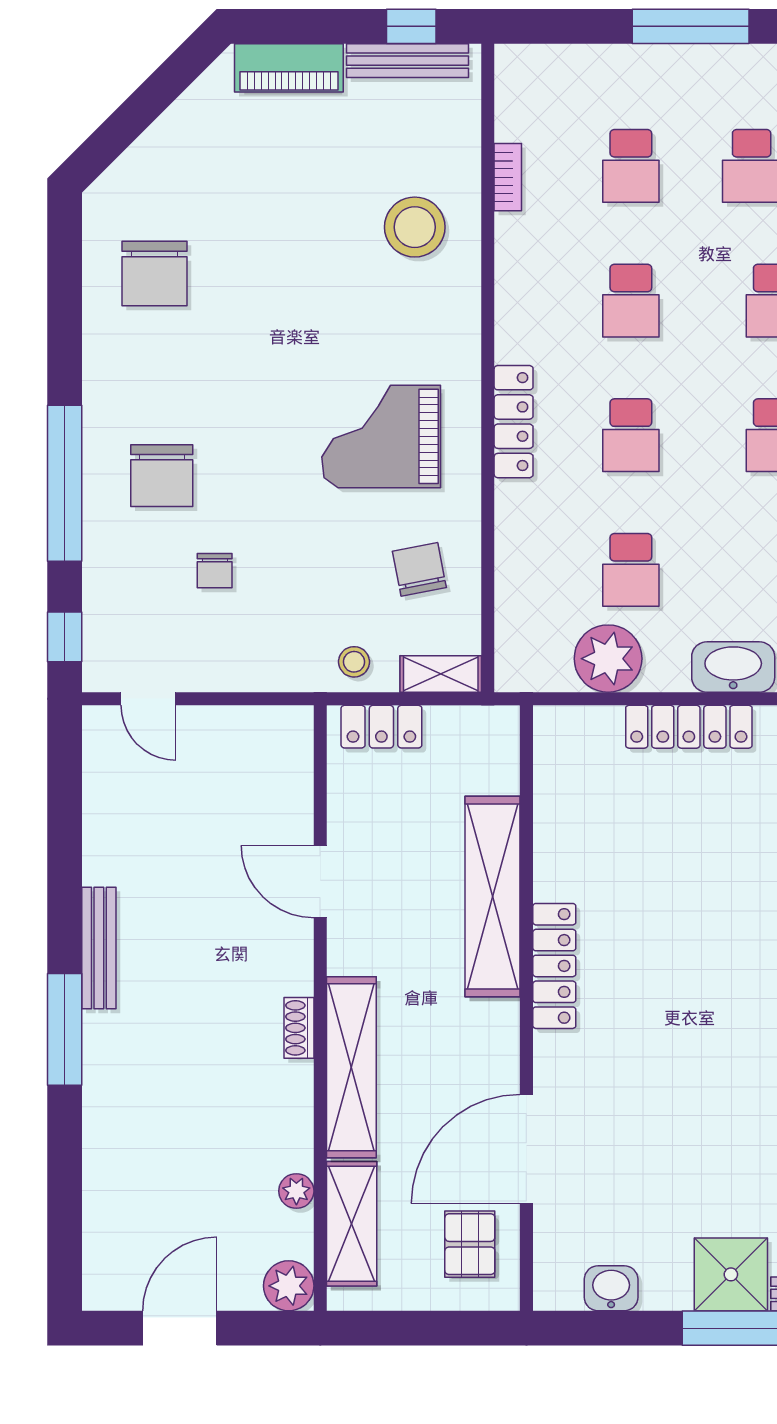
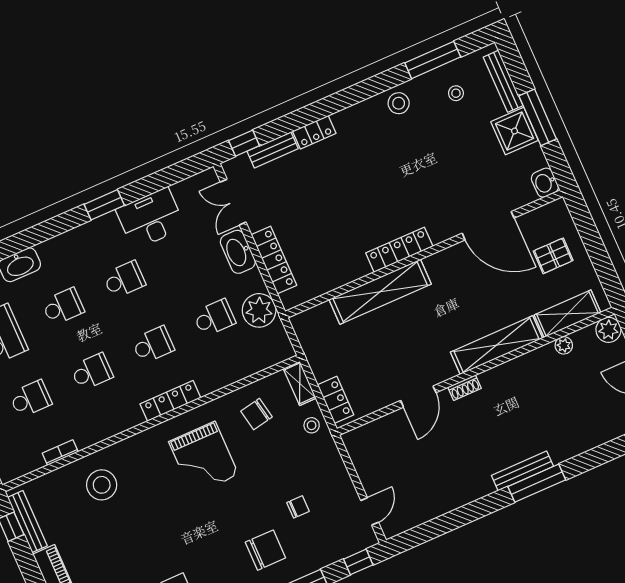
shelving: (493, 896) -> (380, 292), moved
bench: (99, 948) -> (522, 471), moved
locker: (554, 966) -> (399, 250), moved
wall: (526, 1008) -> (424, 254), moved
shoe rack: (299, 1028) -> (465, 388), moved
door: (526, 1149) -> (488, 226), moved

